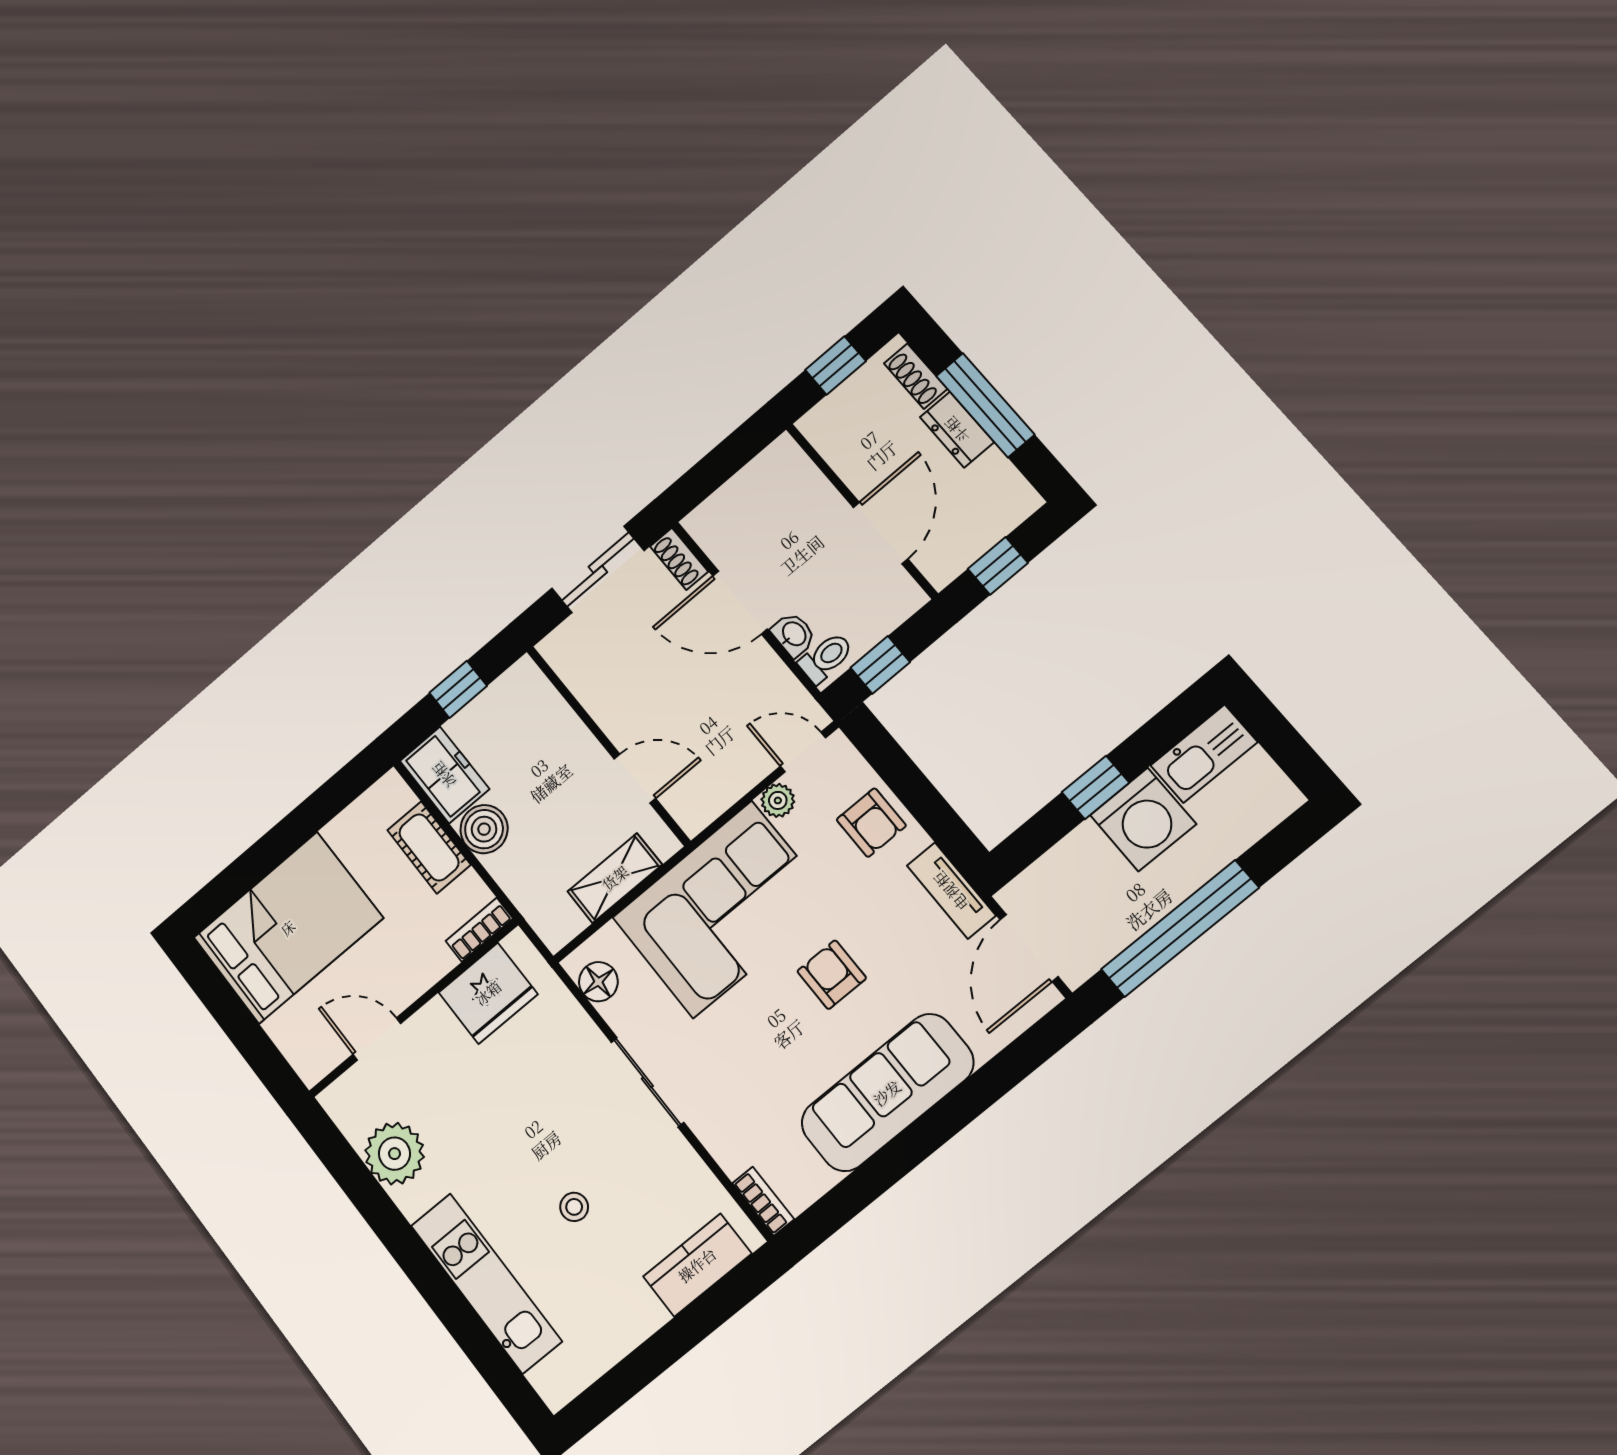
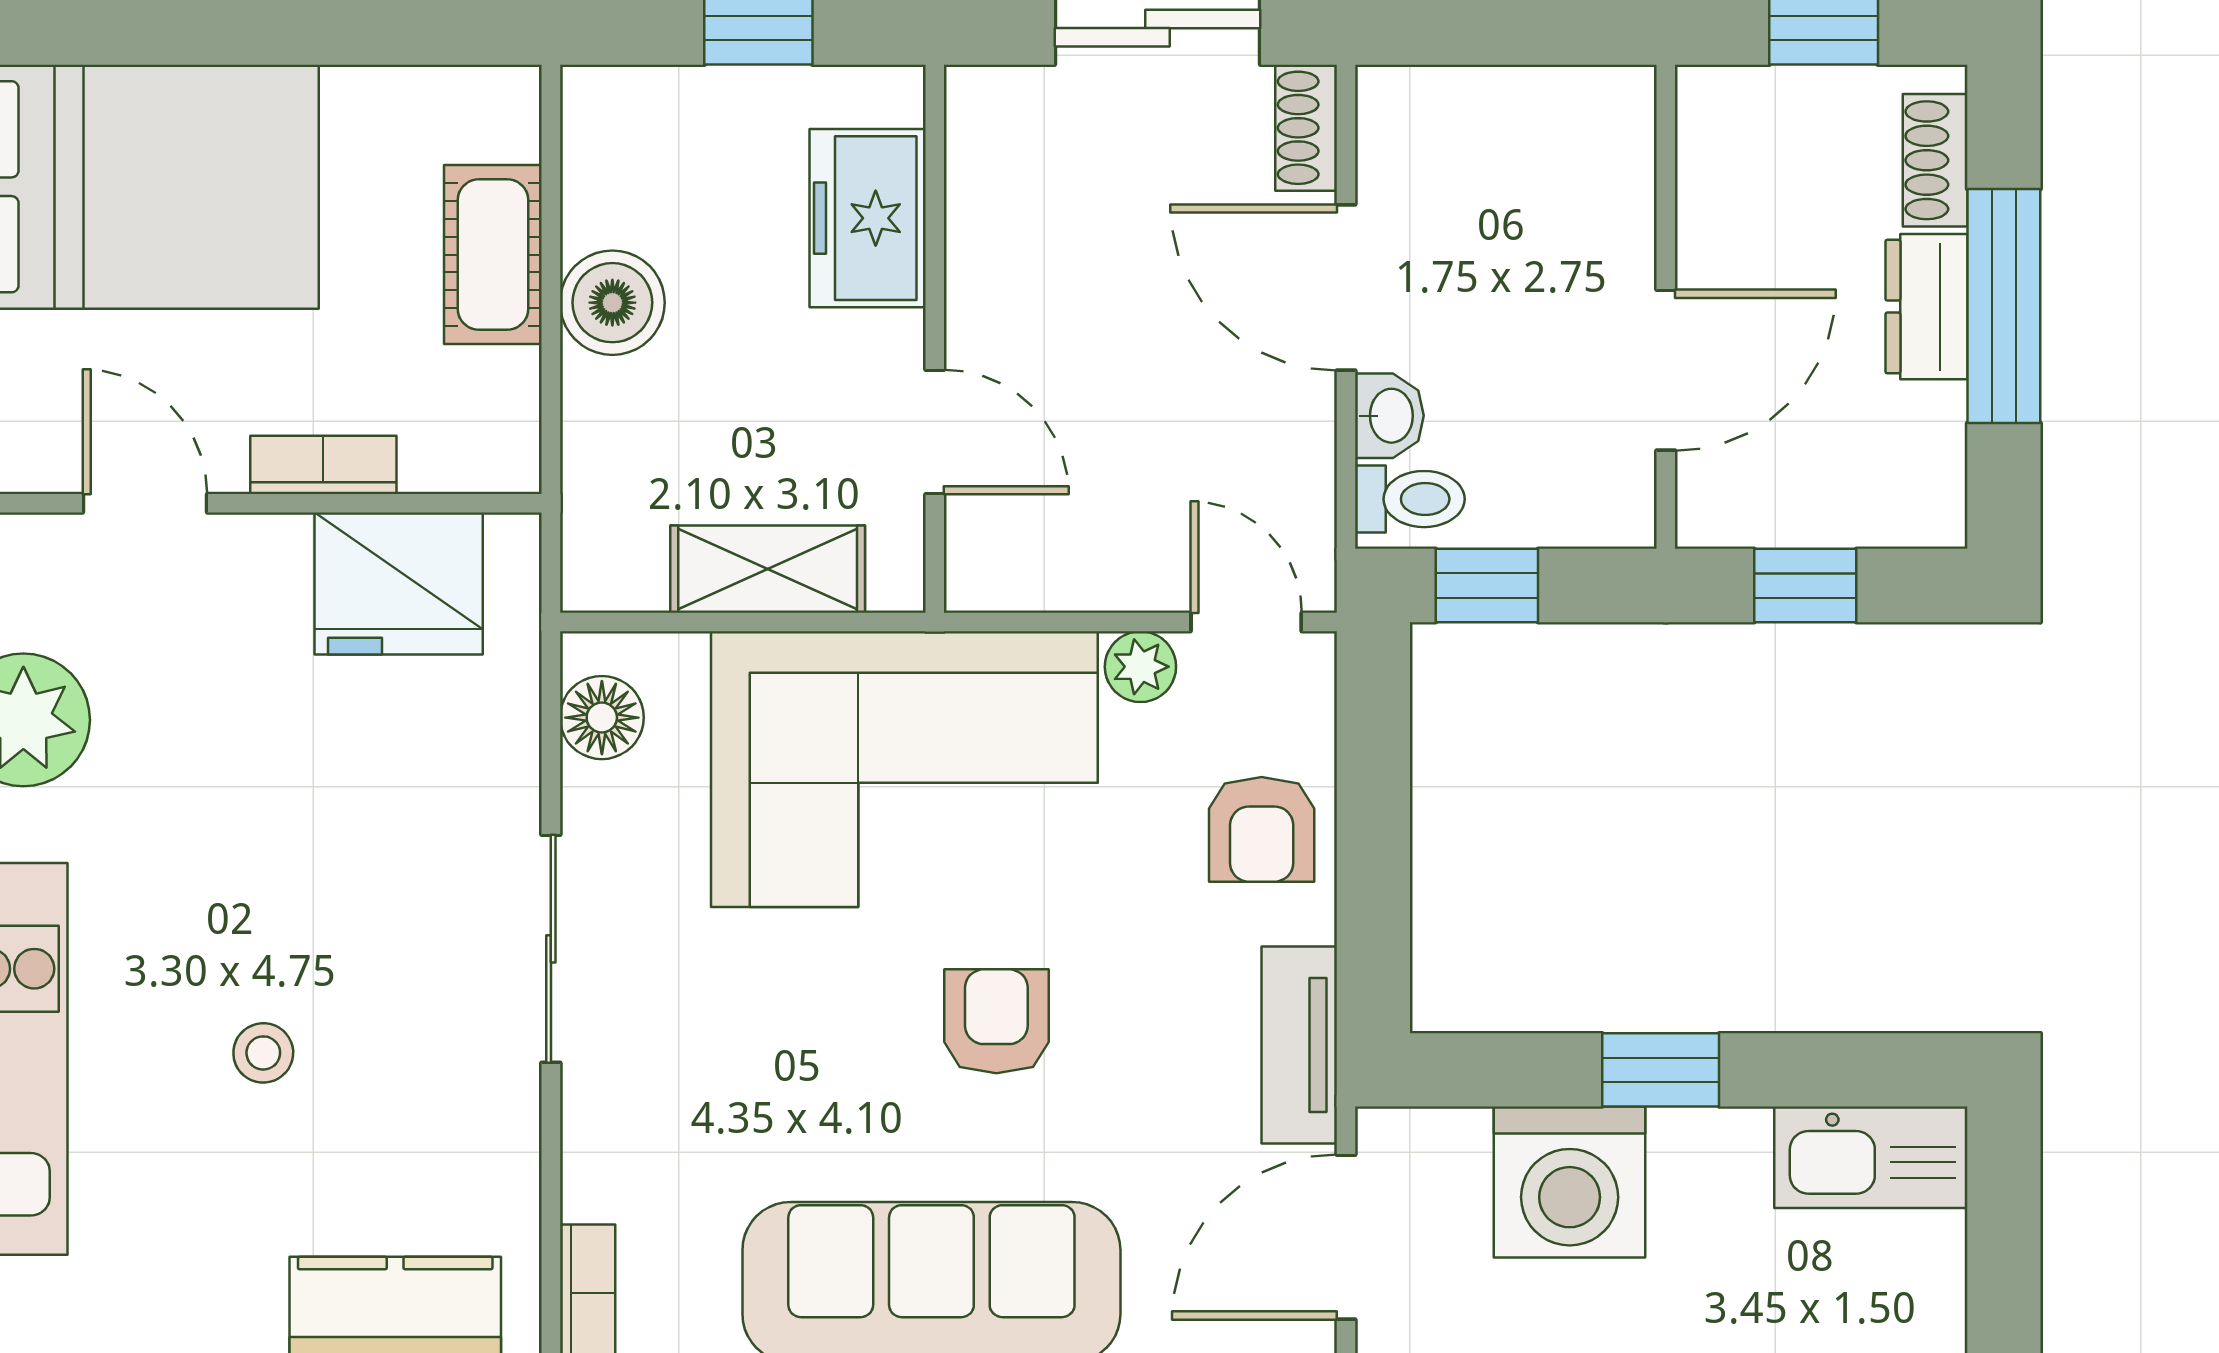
freezer: (444, 775) -> (868, 218), moved, turned 180
washing machine: (1143, 820) -> (1570, 1182), moved
bookcase: (479, 930) -> (323, 465), moved

